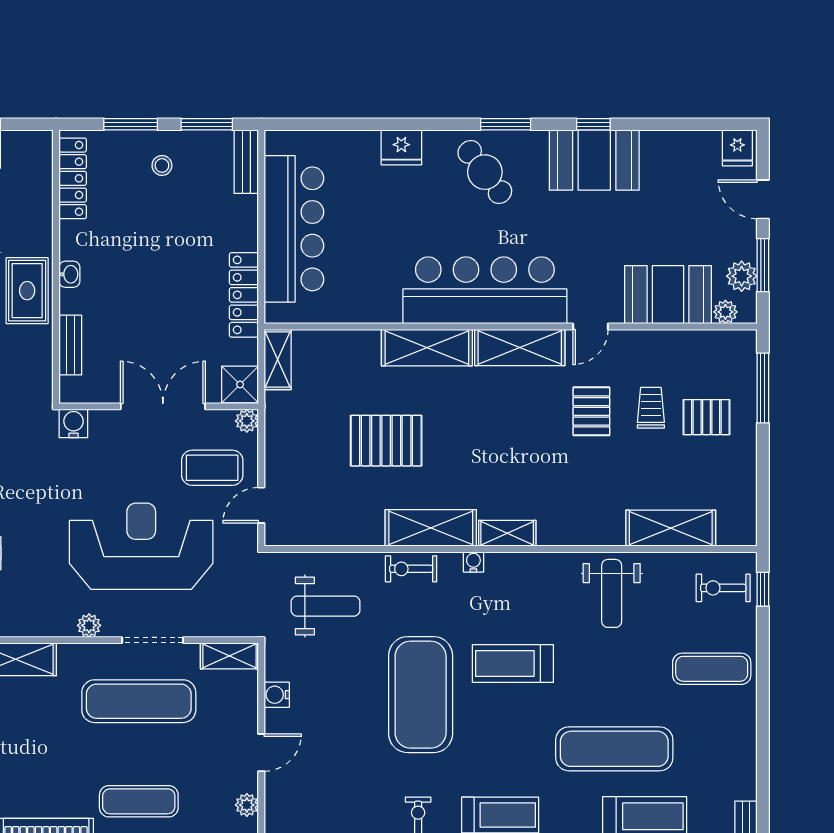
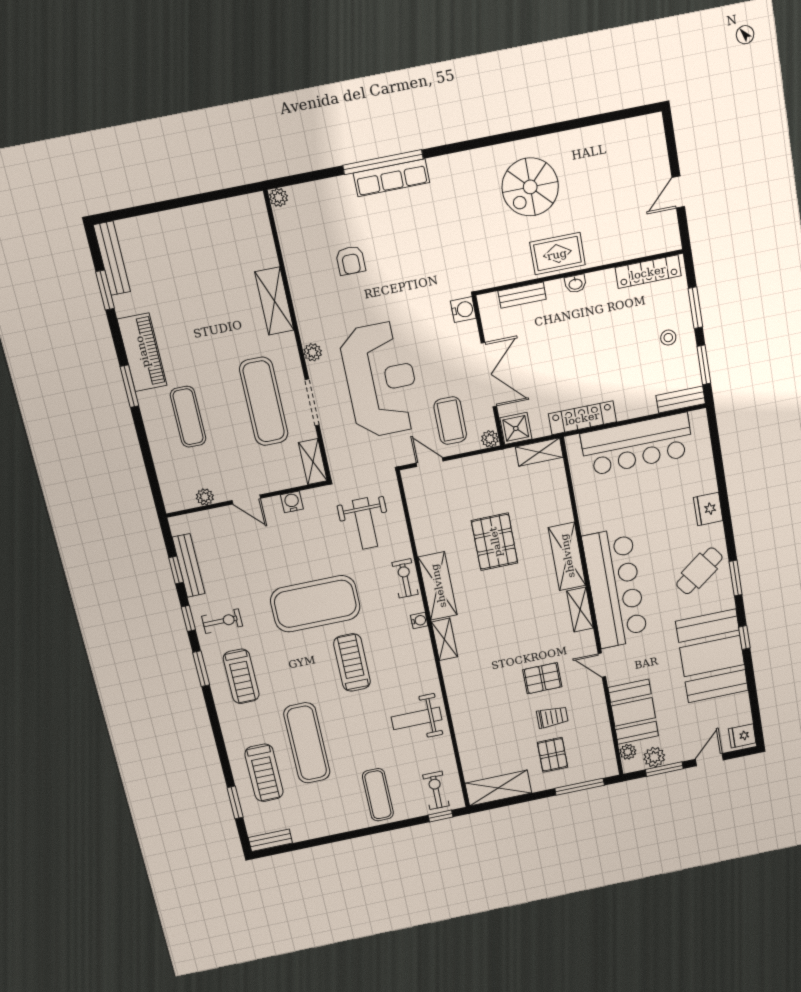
booth: (594, 160) -> (712, 656), width x1.36, depth x1.42
shelving: (520, 348) -> (580, 610), width x0.67, depth x0.75
shelving: (671, 528) -> (498, 788), moved, turned 90

